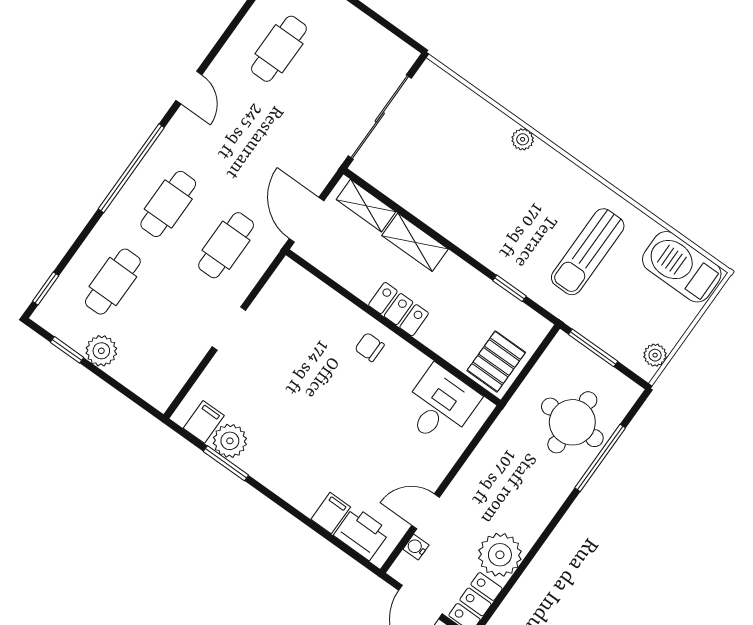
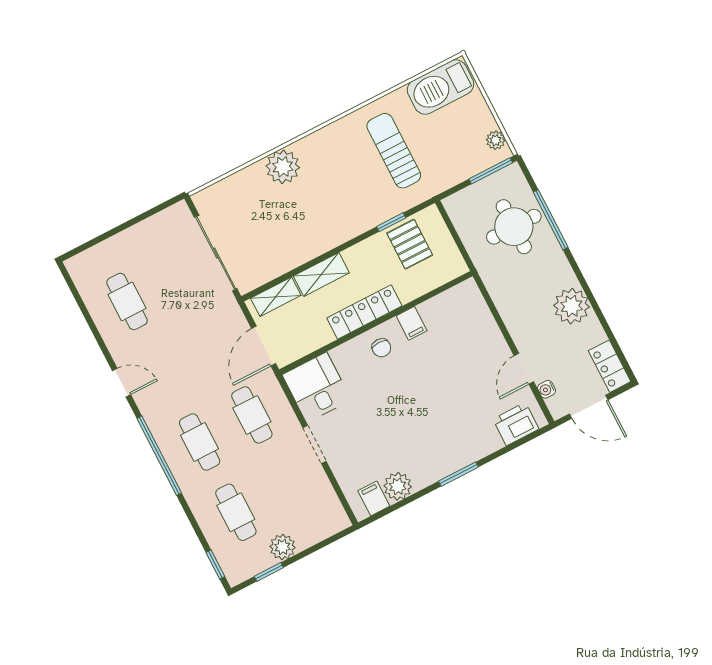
plant: (523, 139) -> (283, 167), width x1.87, depth x1.87
door: (307, 220) -> (264, 346), hinge flipped
sun lounger: (588, 252) -> (394, 151), turned 180
locker: (399, 309) -> (364, 312), width x1.53
chair: (369, 347) -> (381, 348), turned -90
window: (593, 348) -> (491, 171), moved
pallet: (496, 361) -> (410, 244), moved
desk: (440, 405) -> (317, 387), moved
window: (226, 463) -> (458, 474), moved
filing cabinet: (331, 513) -> (412, 323), moved, turned 180
plant: (500, 555) -> (572, 306), moved

